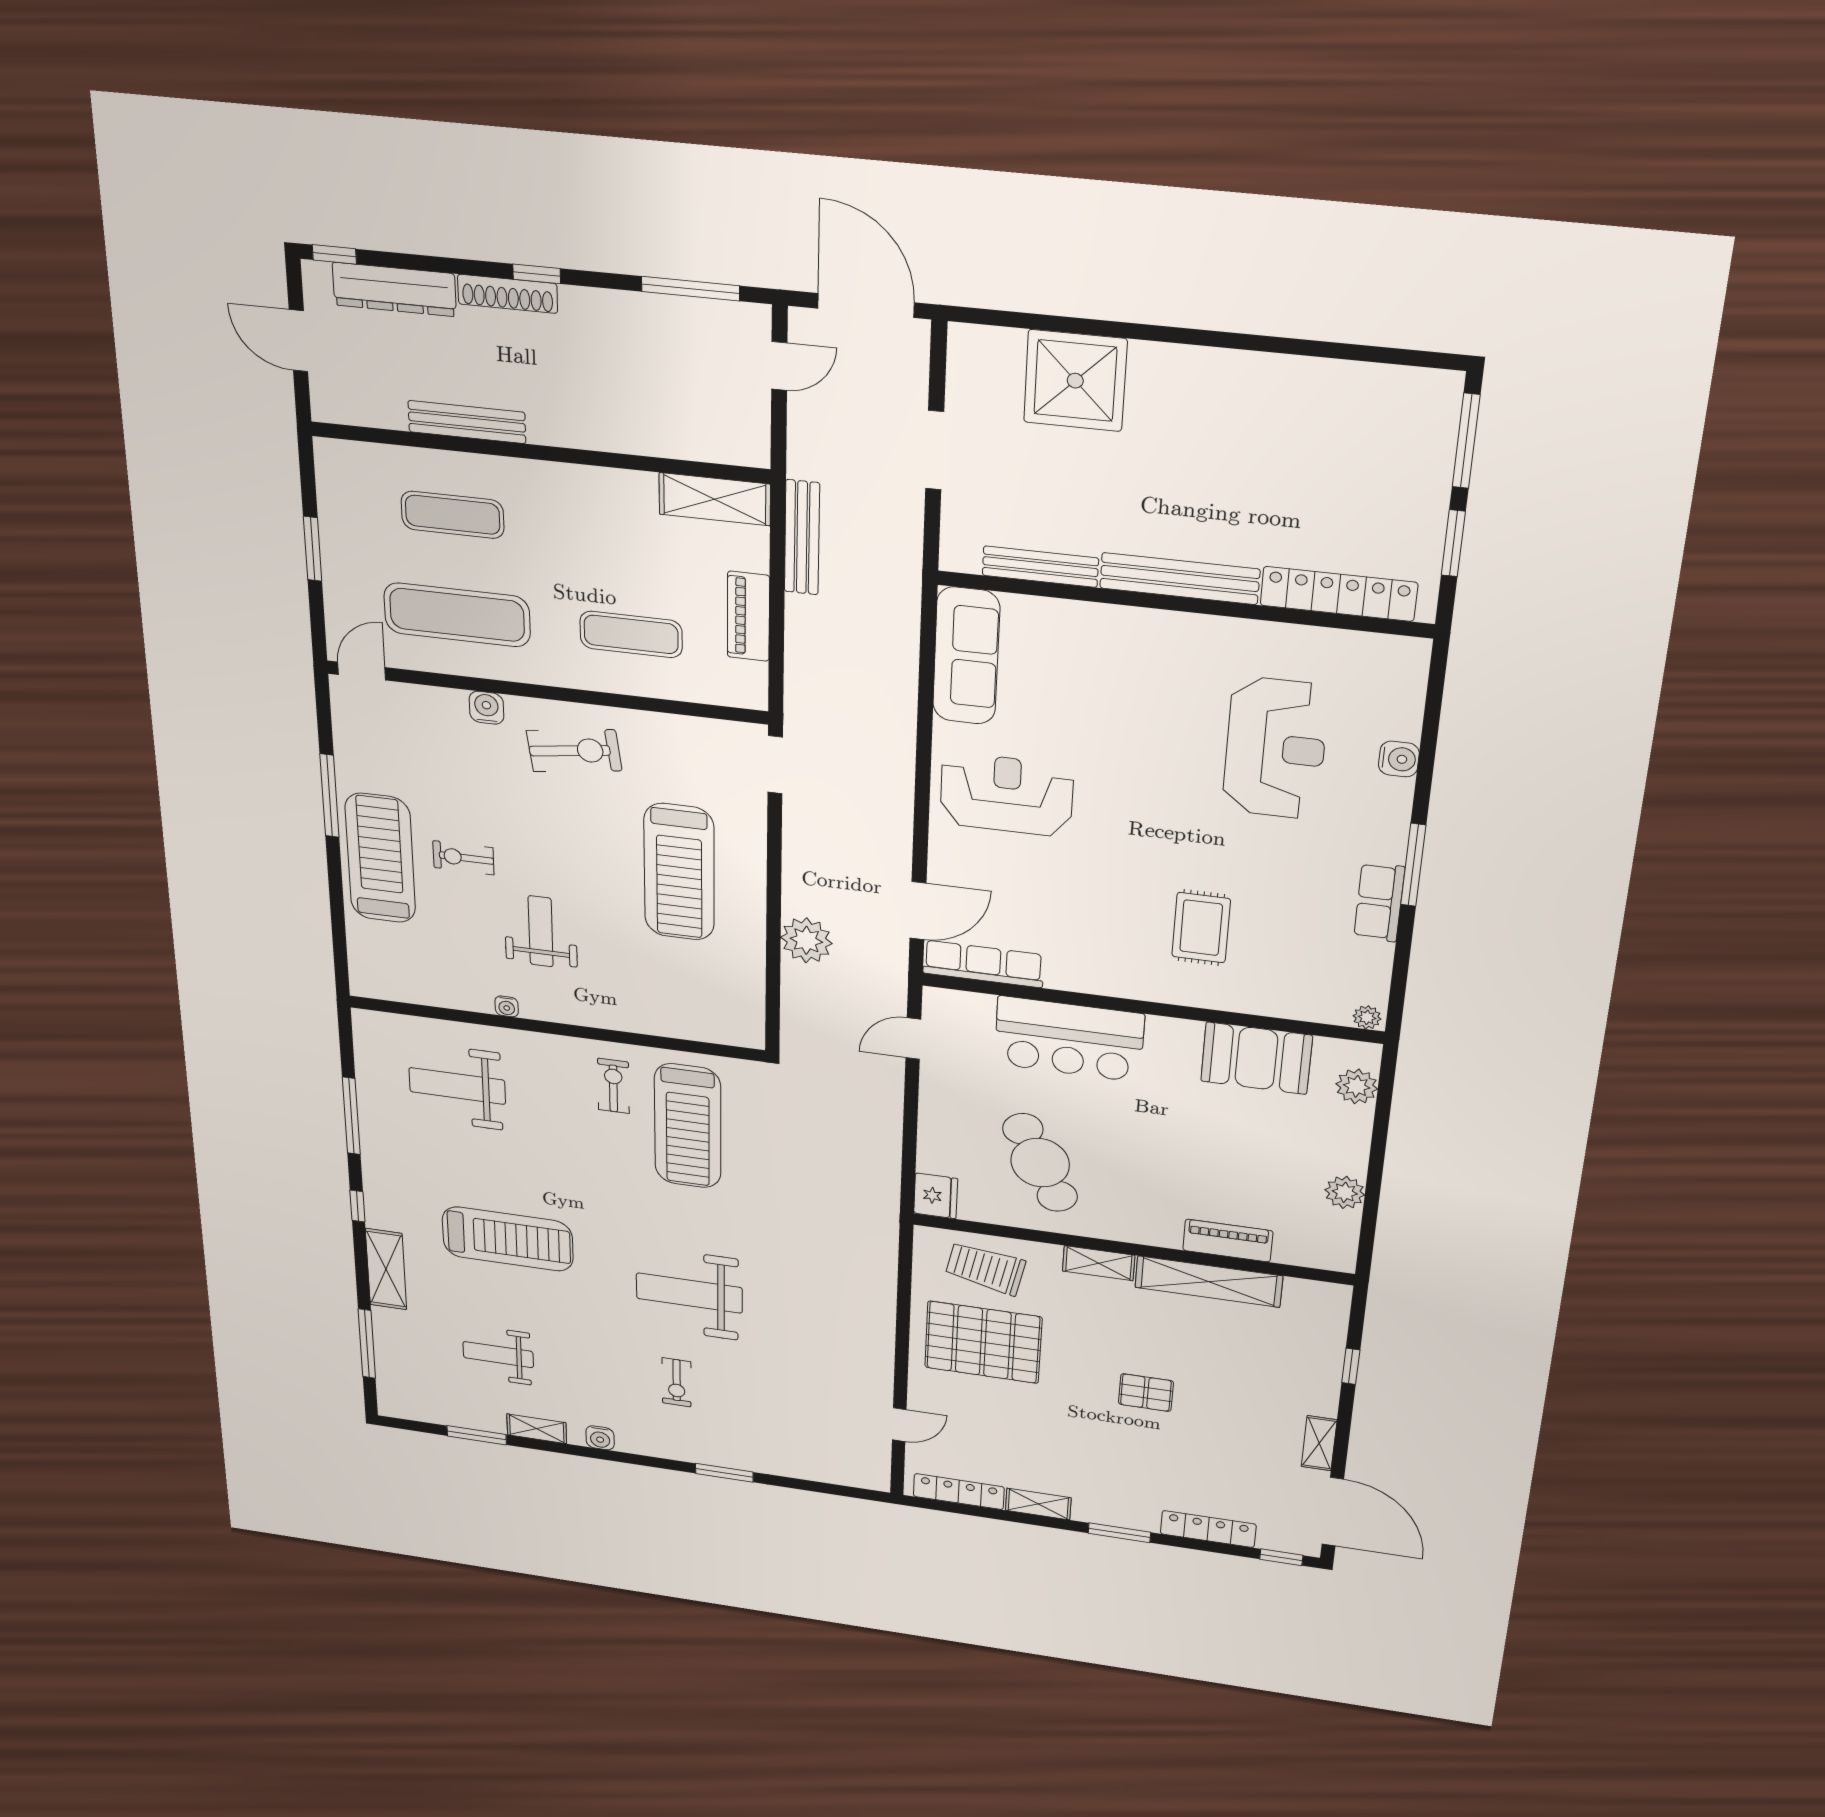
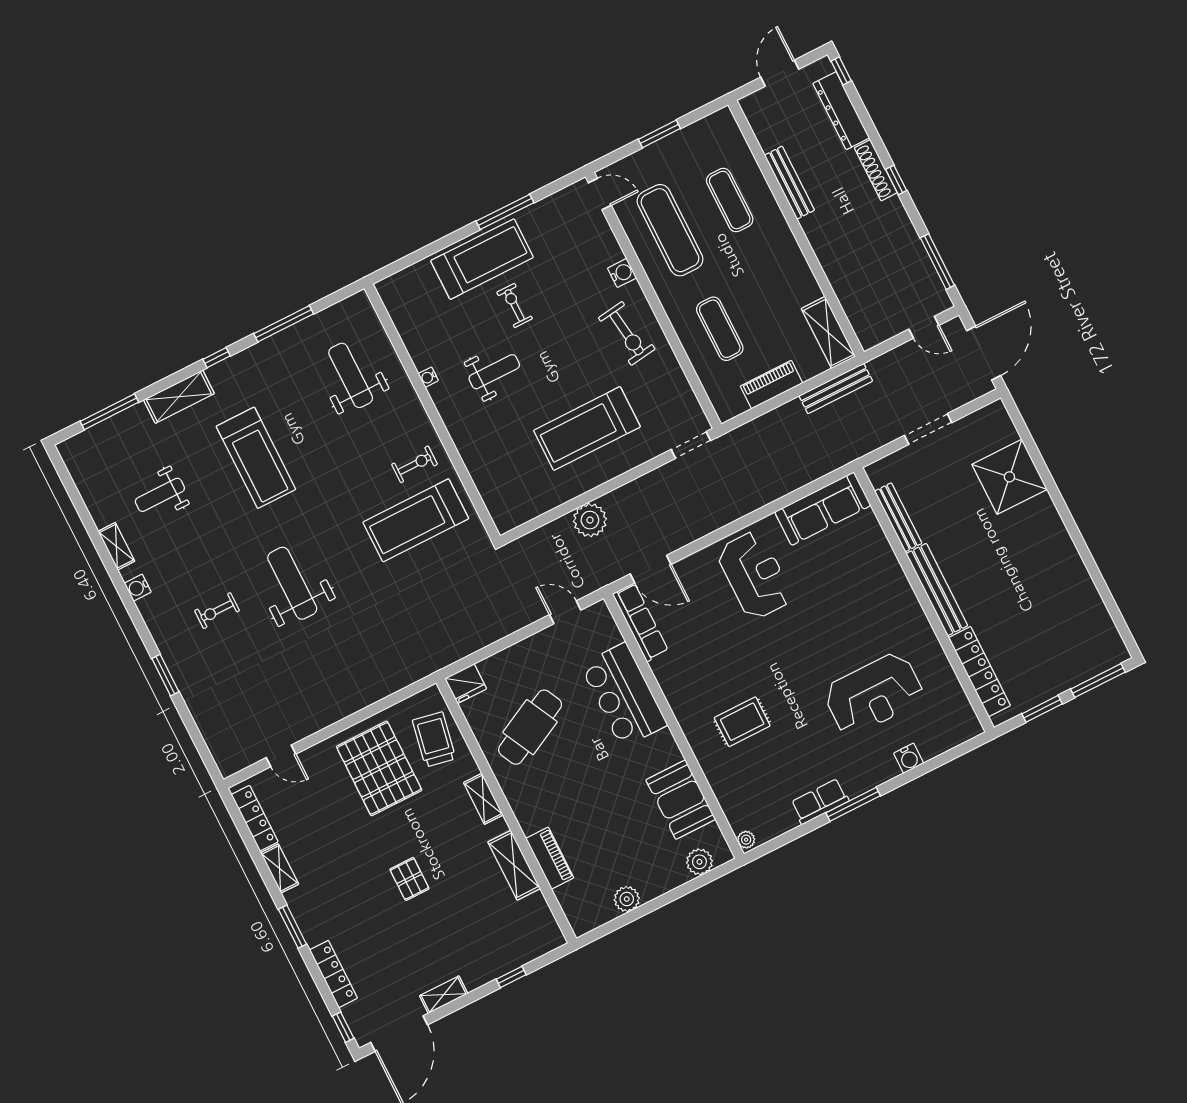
shelving: (1209, 1282) -> (514, 865), width x0.68
weight bench: (498, 1355) -> (160, 495), turned -90
window: (477, 1435) -> (83, 513), removed

